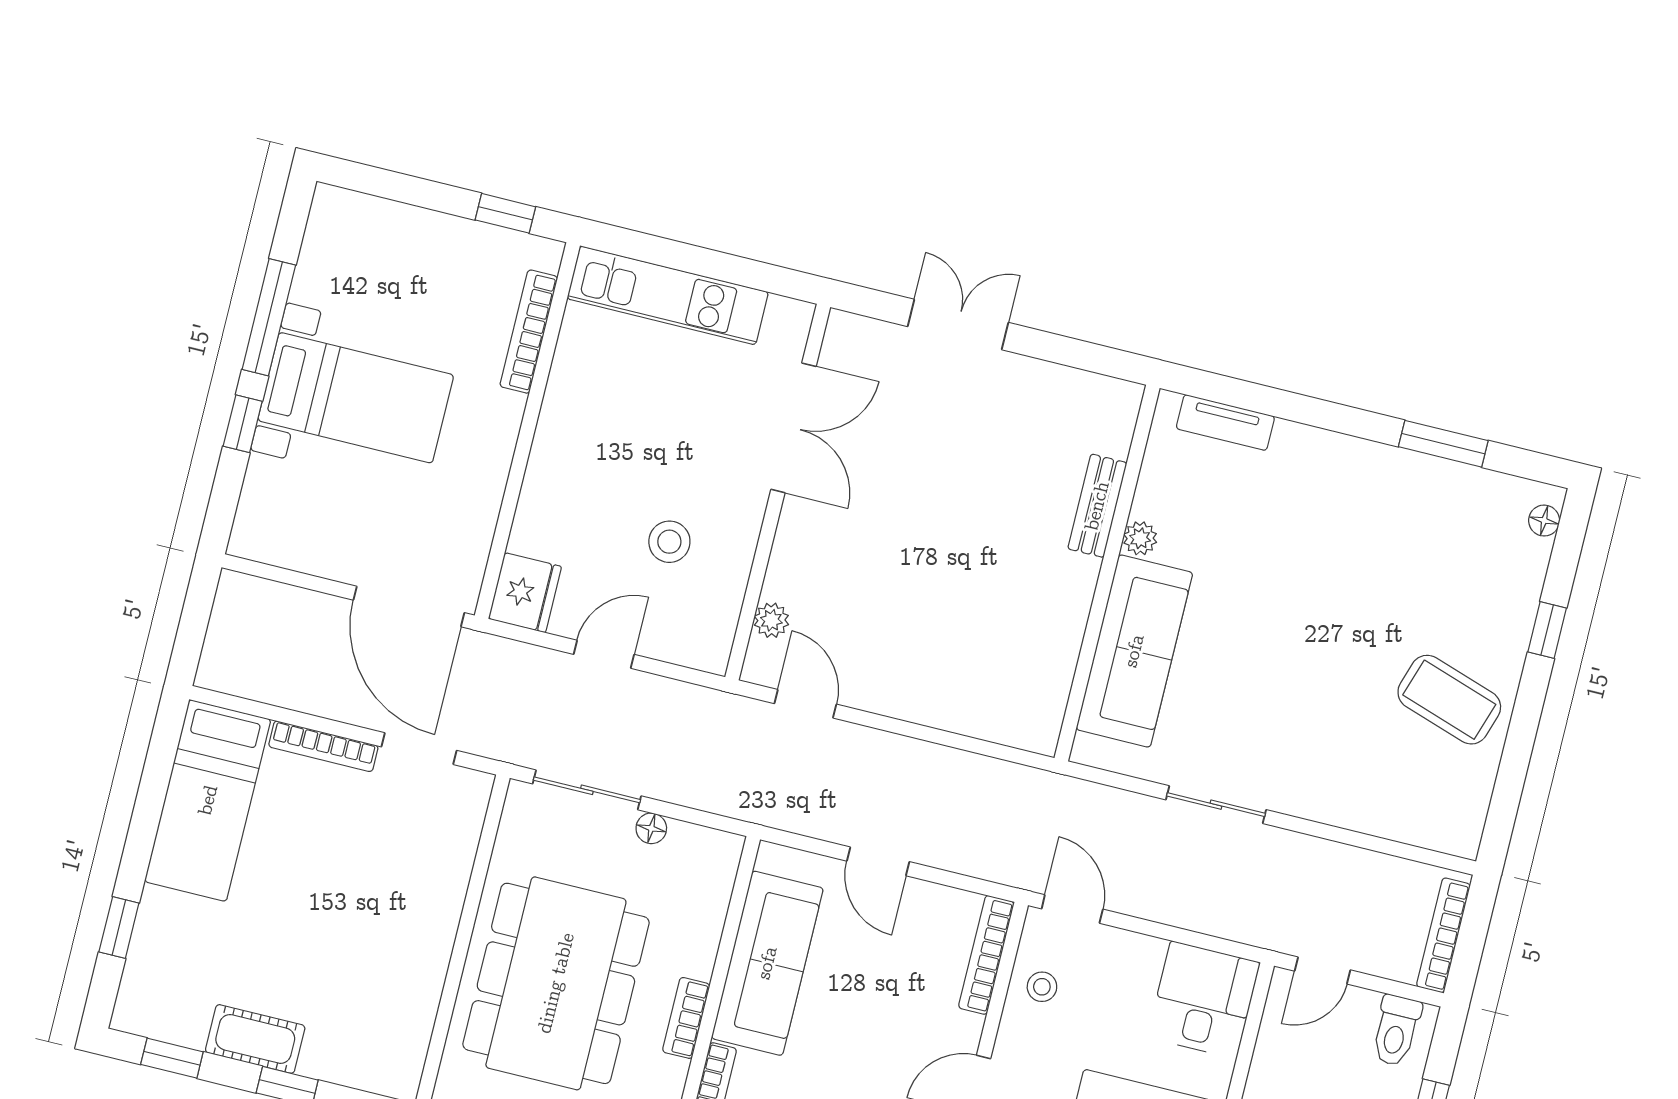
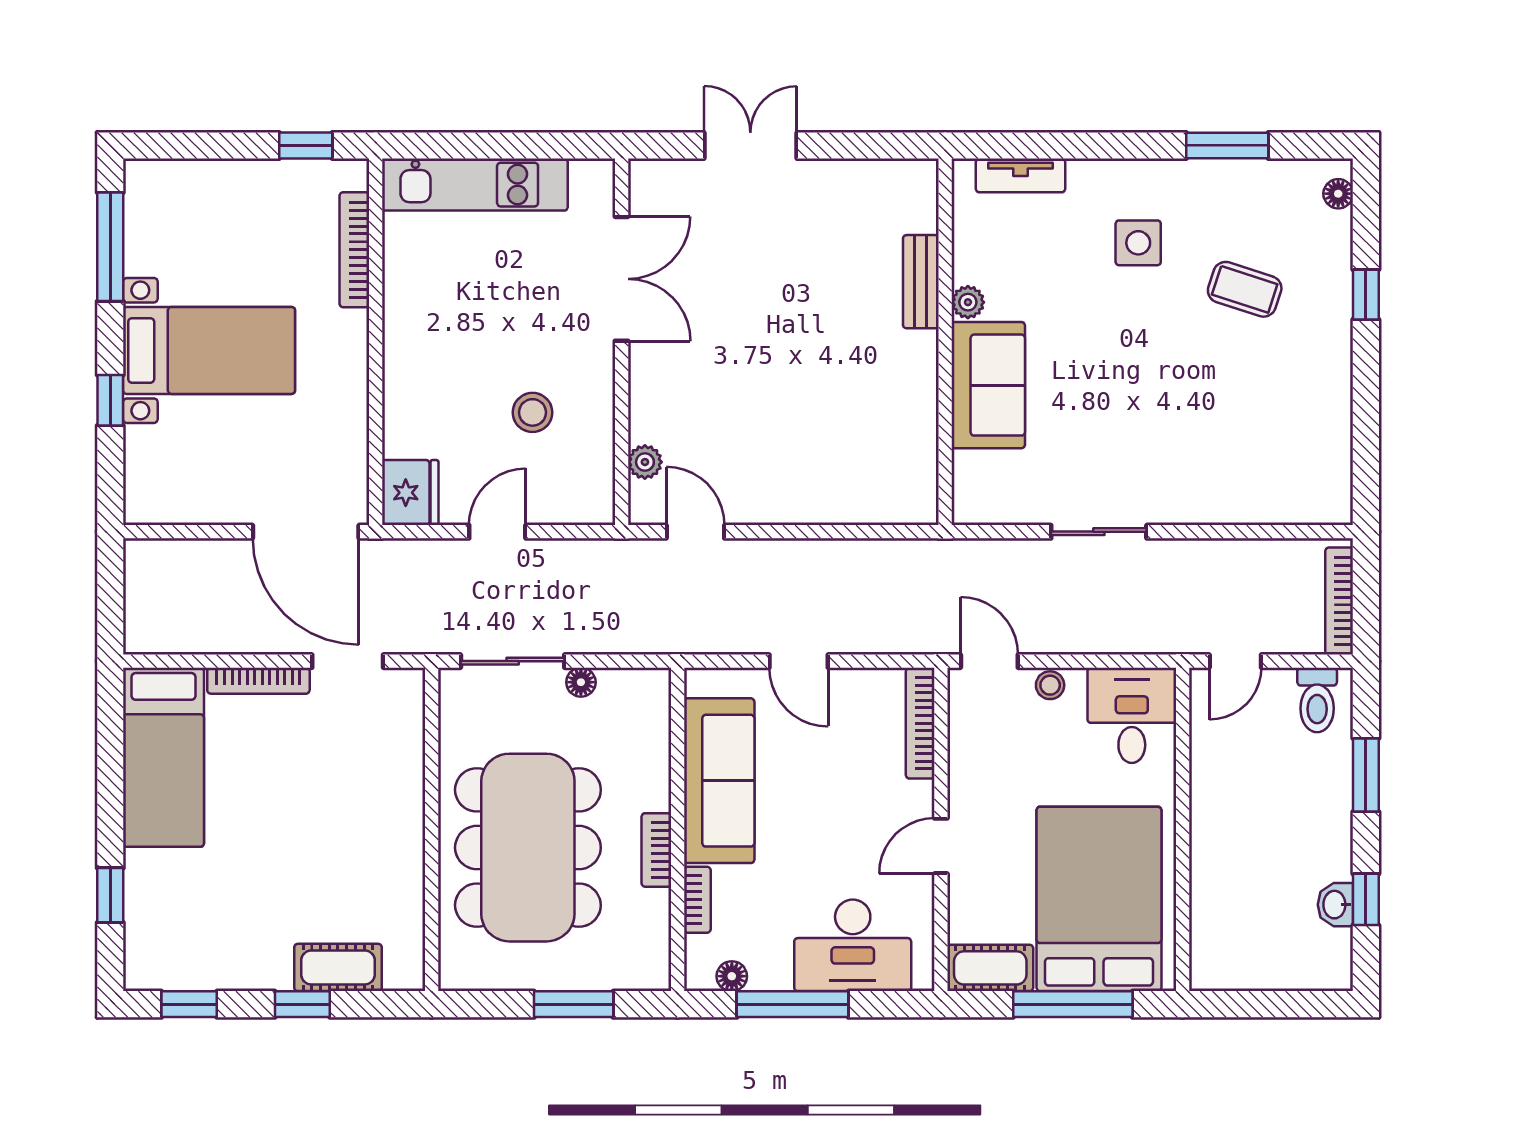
window: (269, 317) -> (110, 247), moved
side table: (1328, 520) -> (1138, 243), added
sofa: (1134, 651) -> (988, 385), width x0.73
coffee table: (1449, 700) -> (1245, 289), moved, width x0.73, depth x0.77
stool: (1042, 987) -> (1050, 685), moved
cot: (255, 1039) -> (338, 967), moved

